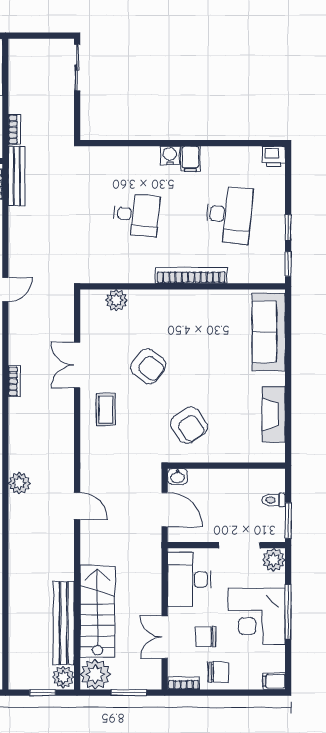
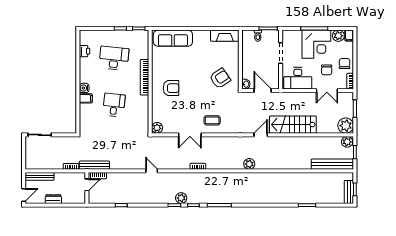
printer: (274, 156) -> (85, 51), moved
filing cabinet: (190, 159) -> (86, 98), moved
plant: (116, 300) -> (157, 128), moved
armchair: (148, 366) -> (171, 88), moved, turned 53
fireplace: (274, 414) -> (225, 36), moved
door: (165, 510) -> (263, 91), hinge flipped
plant: (274, 560) -> (338, 36), moved
stairs: (97, 611) -> (293, 125), moved
bench: (64, 623) -> (332, 164), moved

